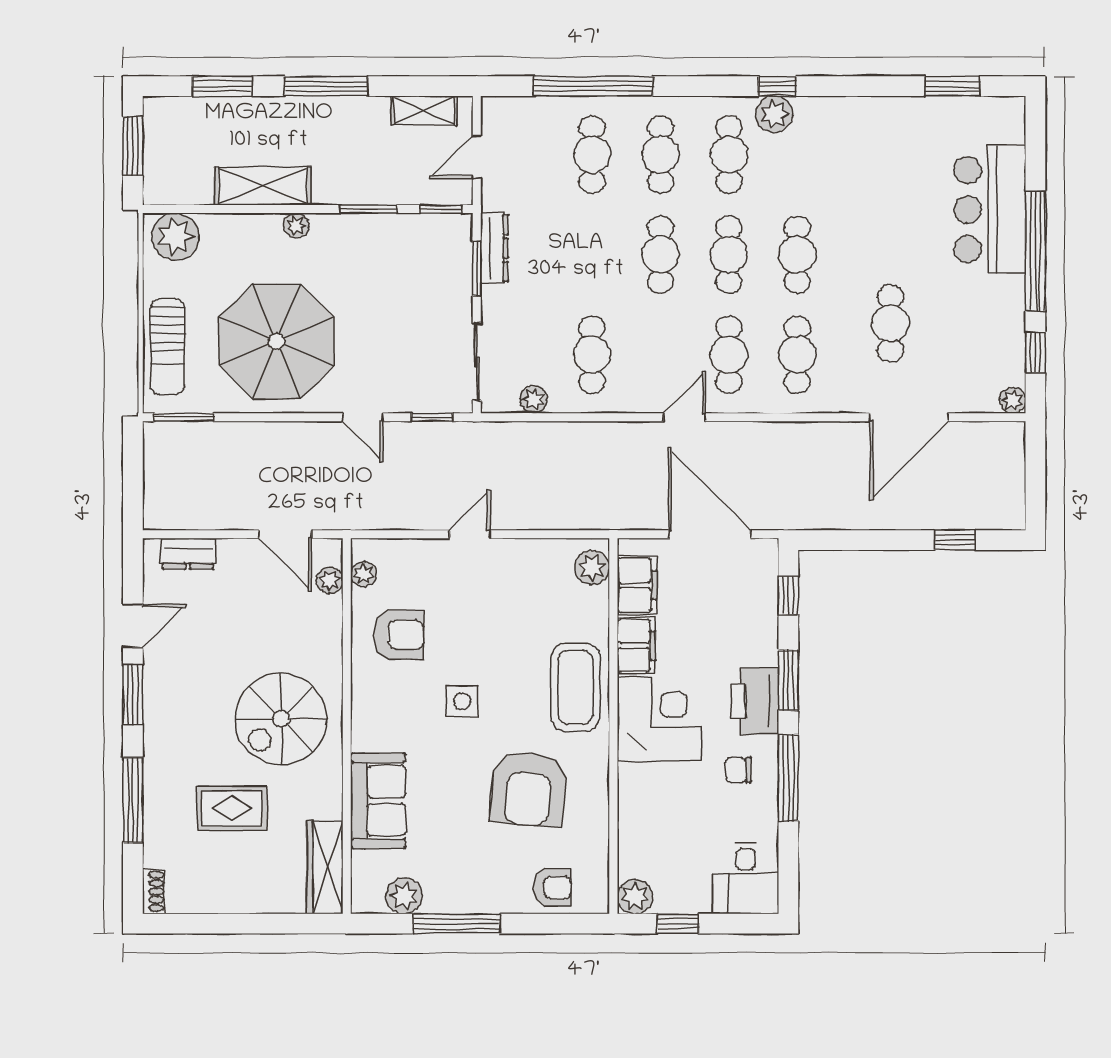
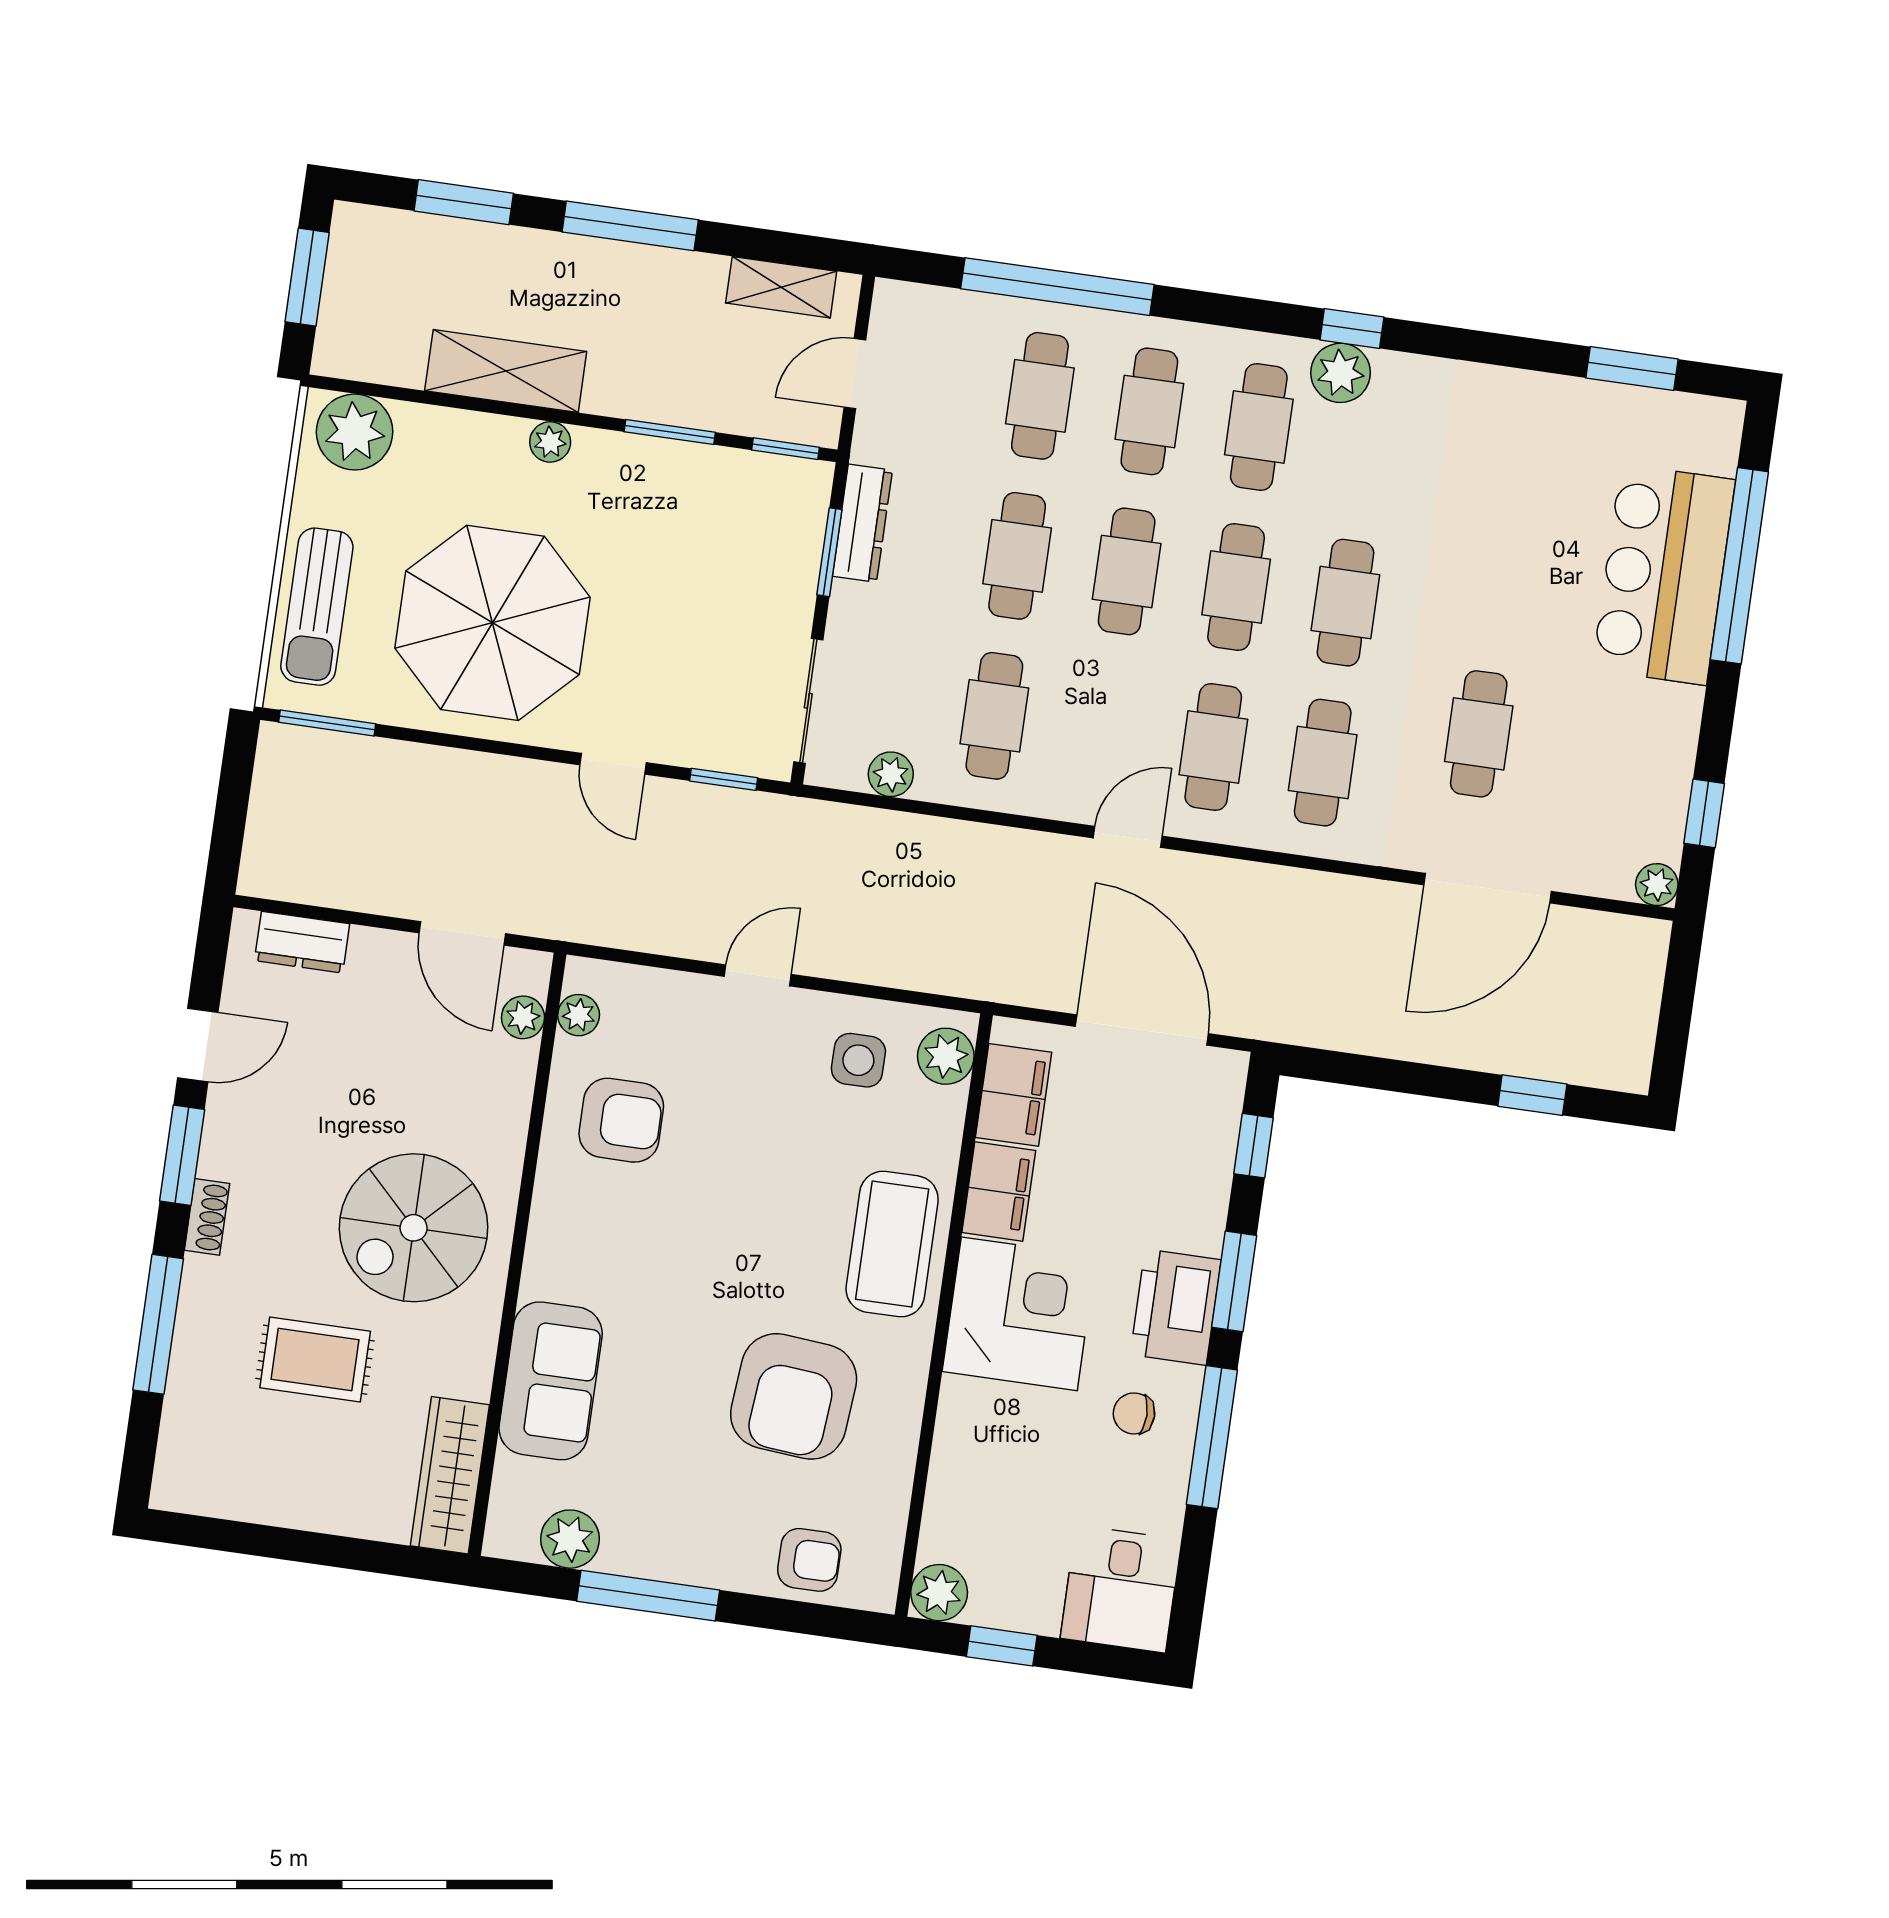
window: (1035, 251) -> (1739, 566), moved
cafe table: (592, 255) -> (1017, 556), added
side table: (462, 701) -> (858, 1060), moved
shoe rack: (154, 891) -> (207, 1217), moved

